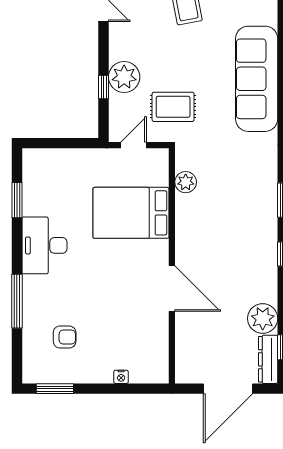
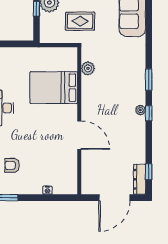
door: (134, 145) -> (55, 45), removed
plant: (263, 319) -> (141, 110), moved, width x0.53, depth x0.53
armchair: (65, 337) -> (12, 165), turned 180

